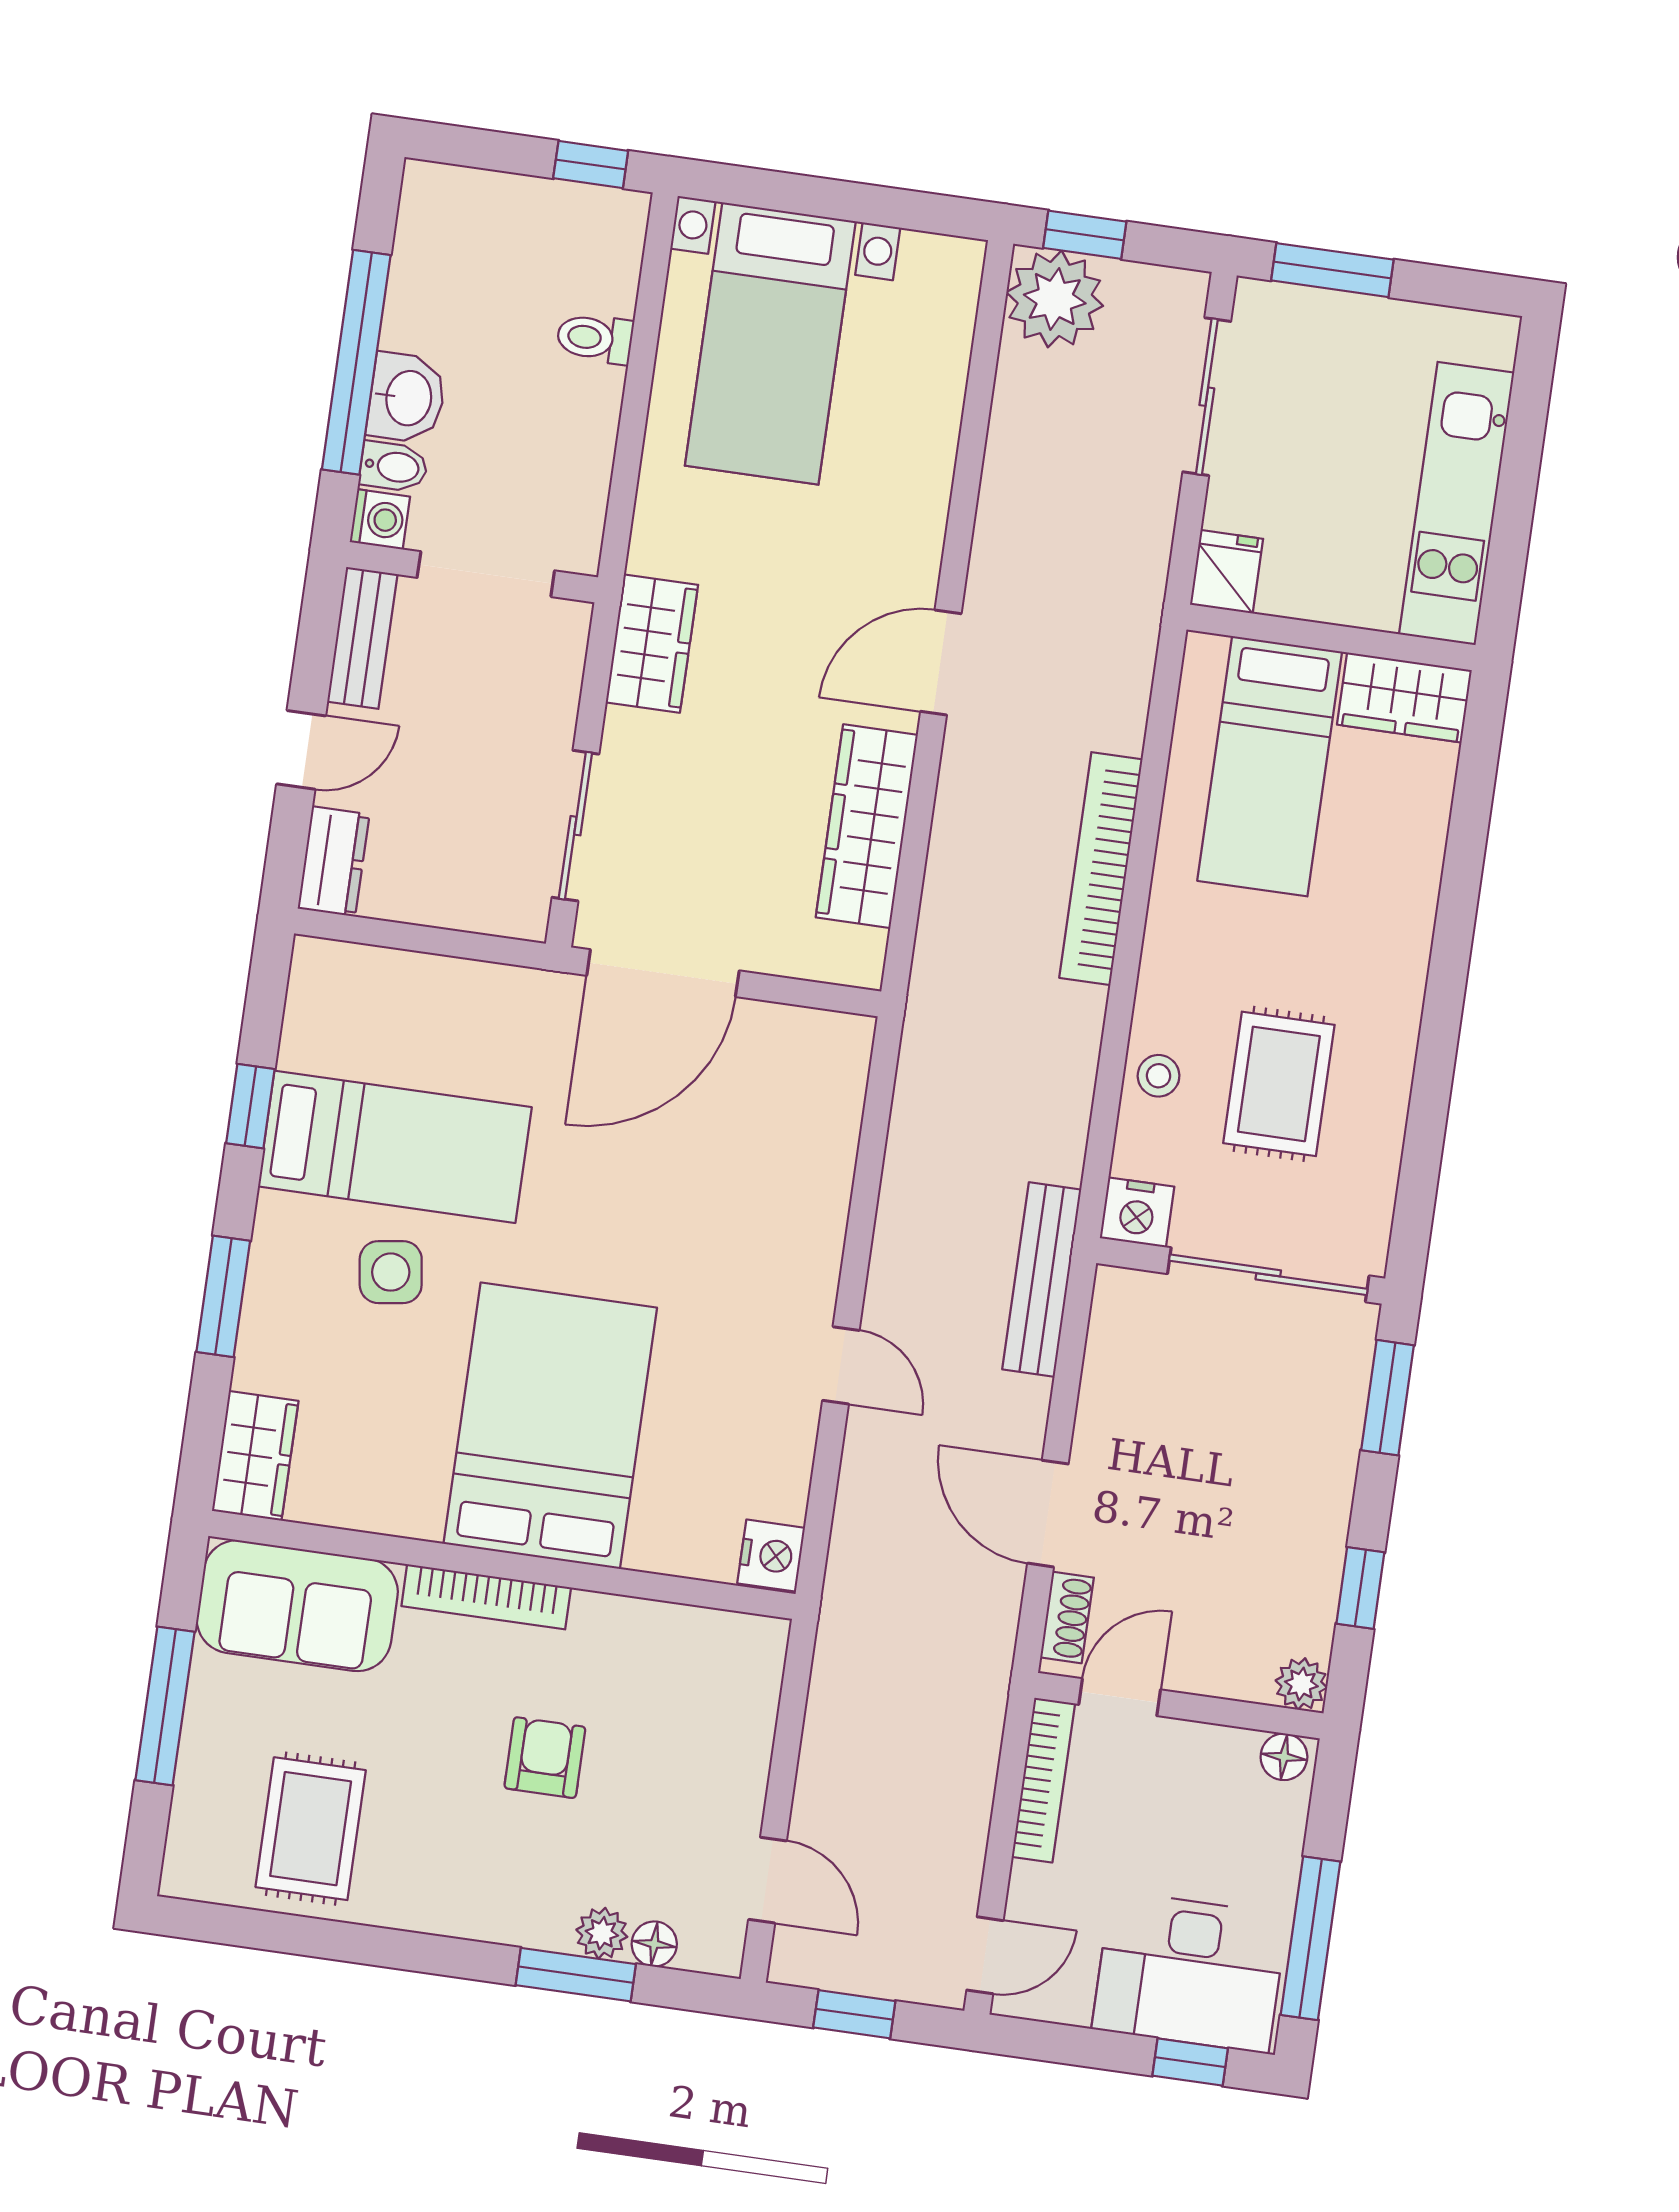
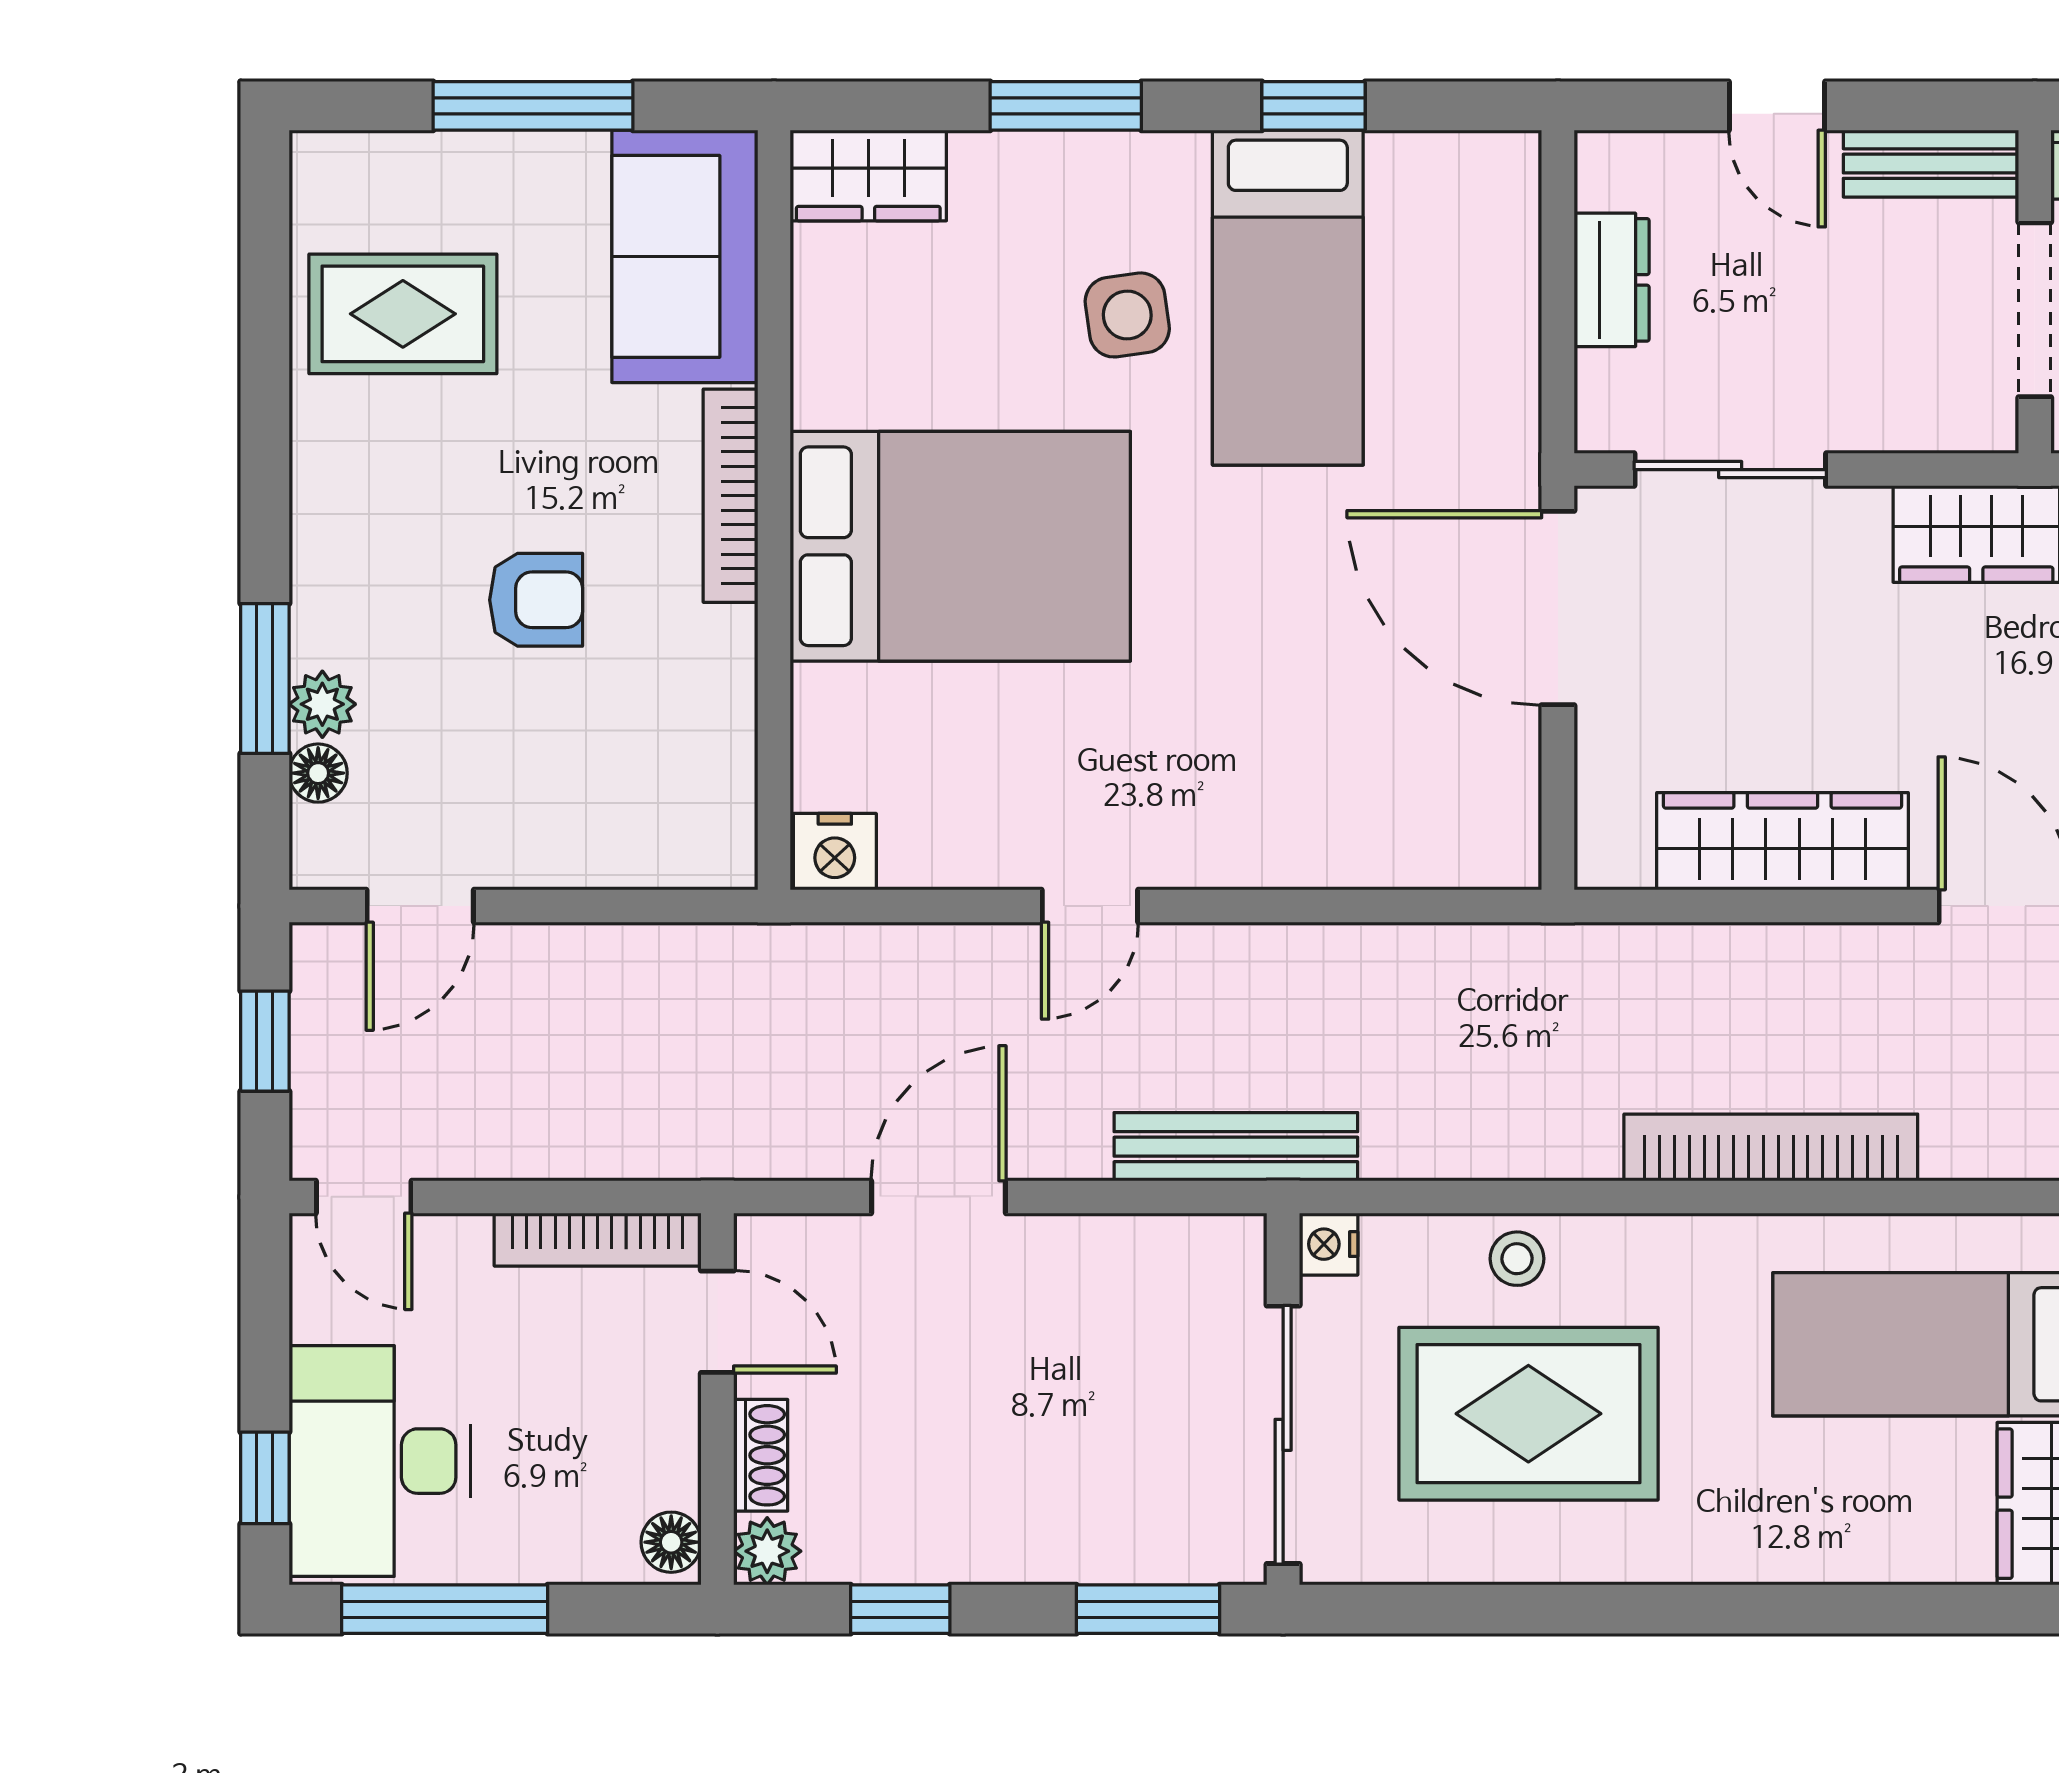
dresser: (334, 861) -> (1612, 280), moved, turned -90
rug: (1279, 1084) -> (1528, 1414), width x1.36, depth x1.43
nightstand: (1137, 1212) -> (1329, 1244), width x0.72, depth x0.74
shoe rack: (1067, 1617) -> (761, 1455), moved, turned -90

